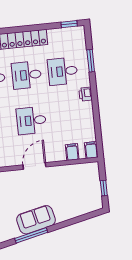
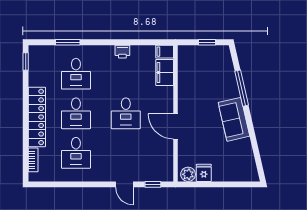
printer: (85, 94) -> (122, 52), moved
filing cabinet: (72, 152) -> (165, 72), width x2.00
door: (34, 166) -> (175, 126), moved
window: (31, 235) -> (242, 88), moved

